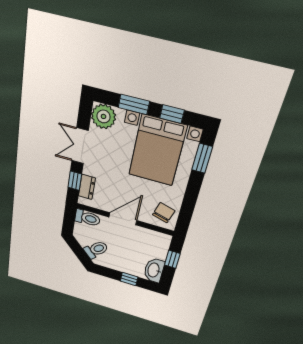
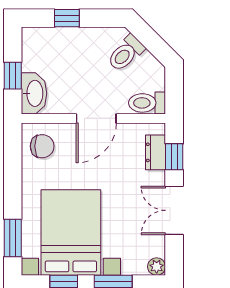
plant: (104, 116) -> (157, 267), width x0.53, depth x0.53
double door: (80, 146) -> (174, 210), swing flipped
chair: (164, 213) -> (42, 146), turned -106
washbasin: (154, 270) -> (34, 93), moved

